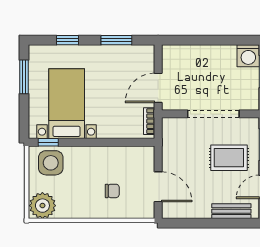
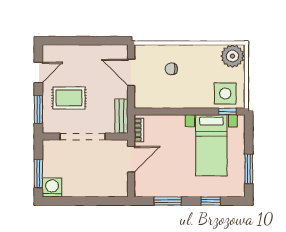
bench: (231, 211) -> (121, 116), moved, turned 90

